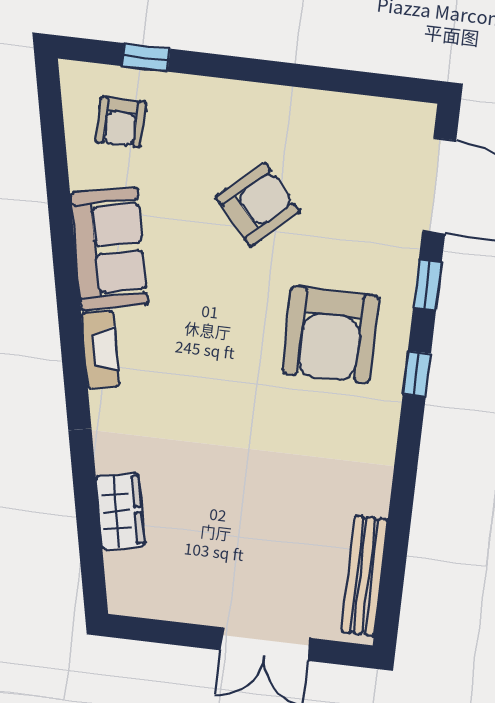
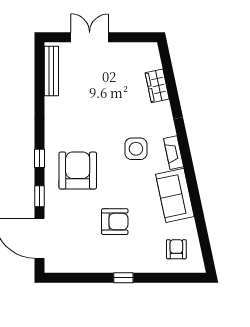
window: (146, 57) -> (123, 278), moved
armchair: (258, 204) -> (115, 222), turned -138
side table: (188, 369) -> (136, 149), added

